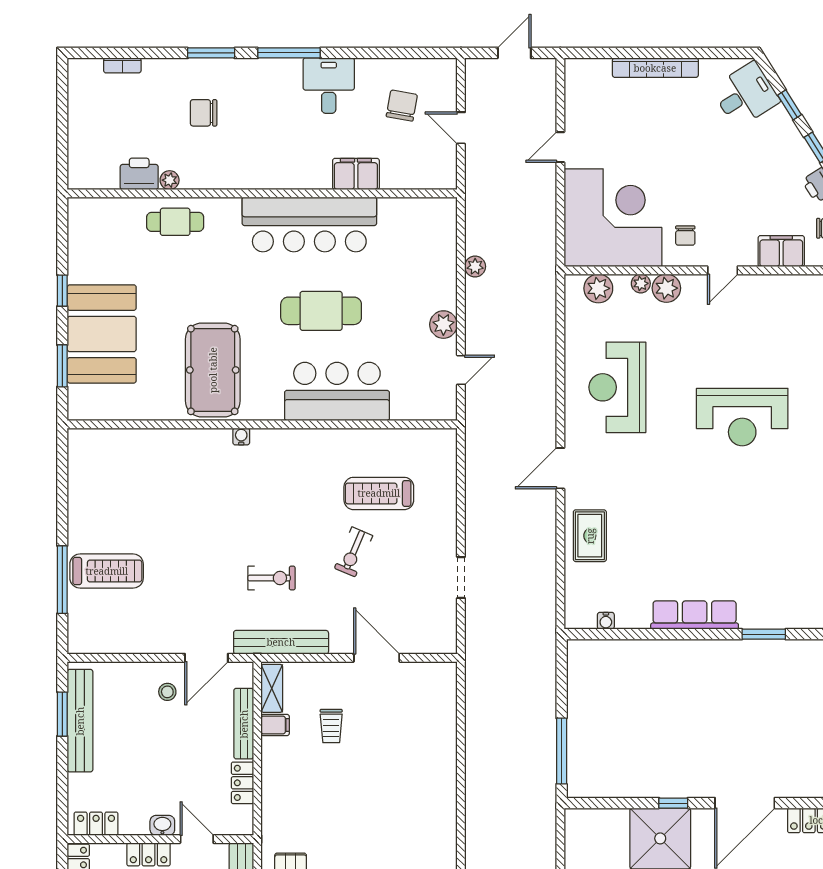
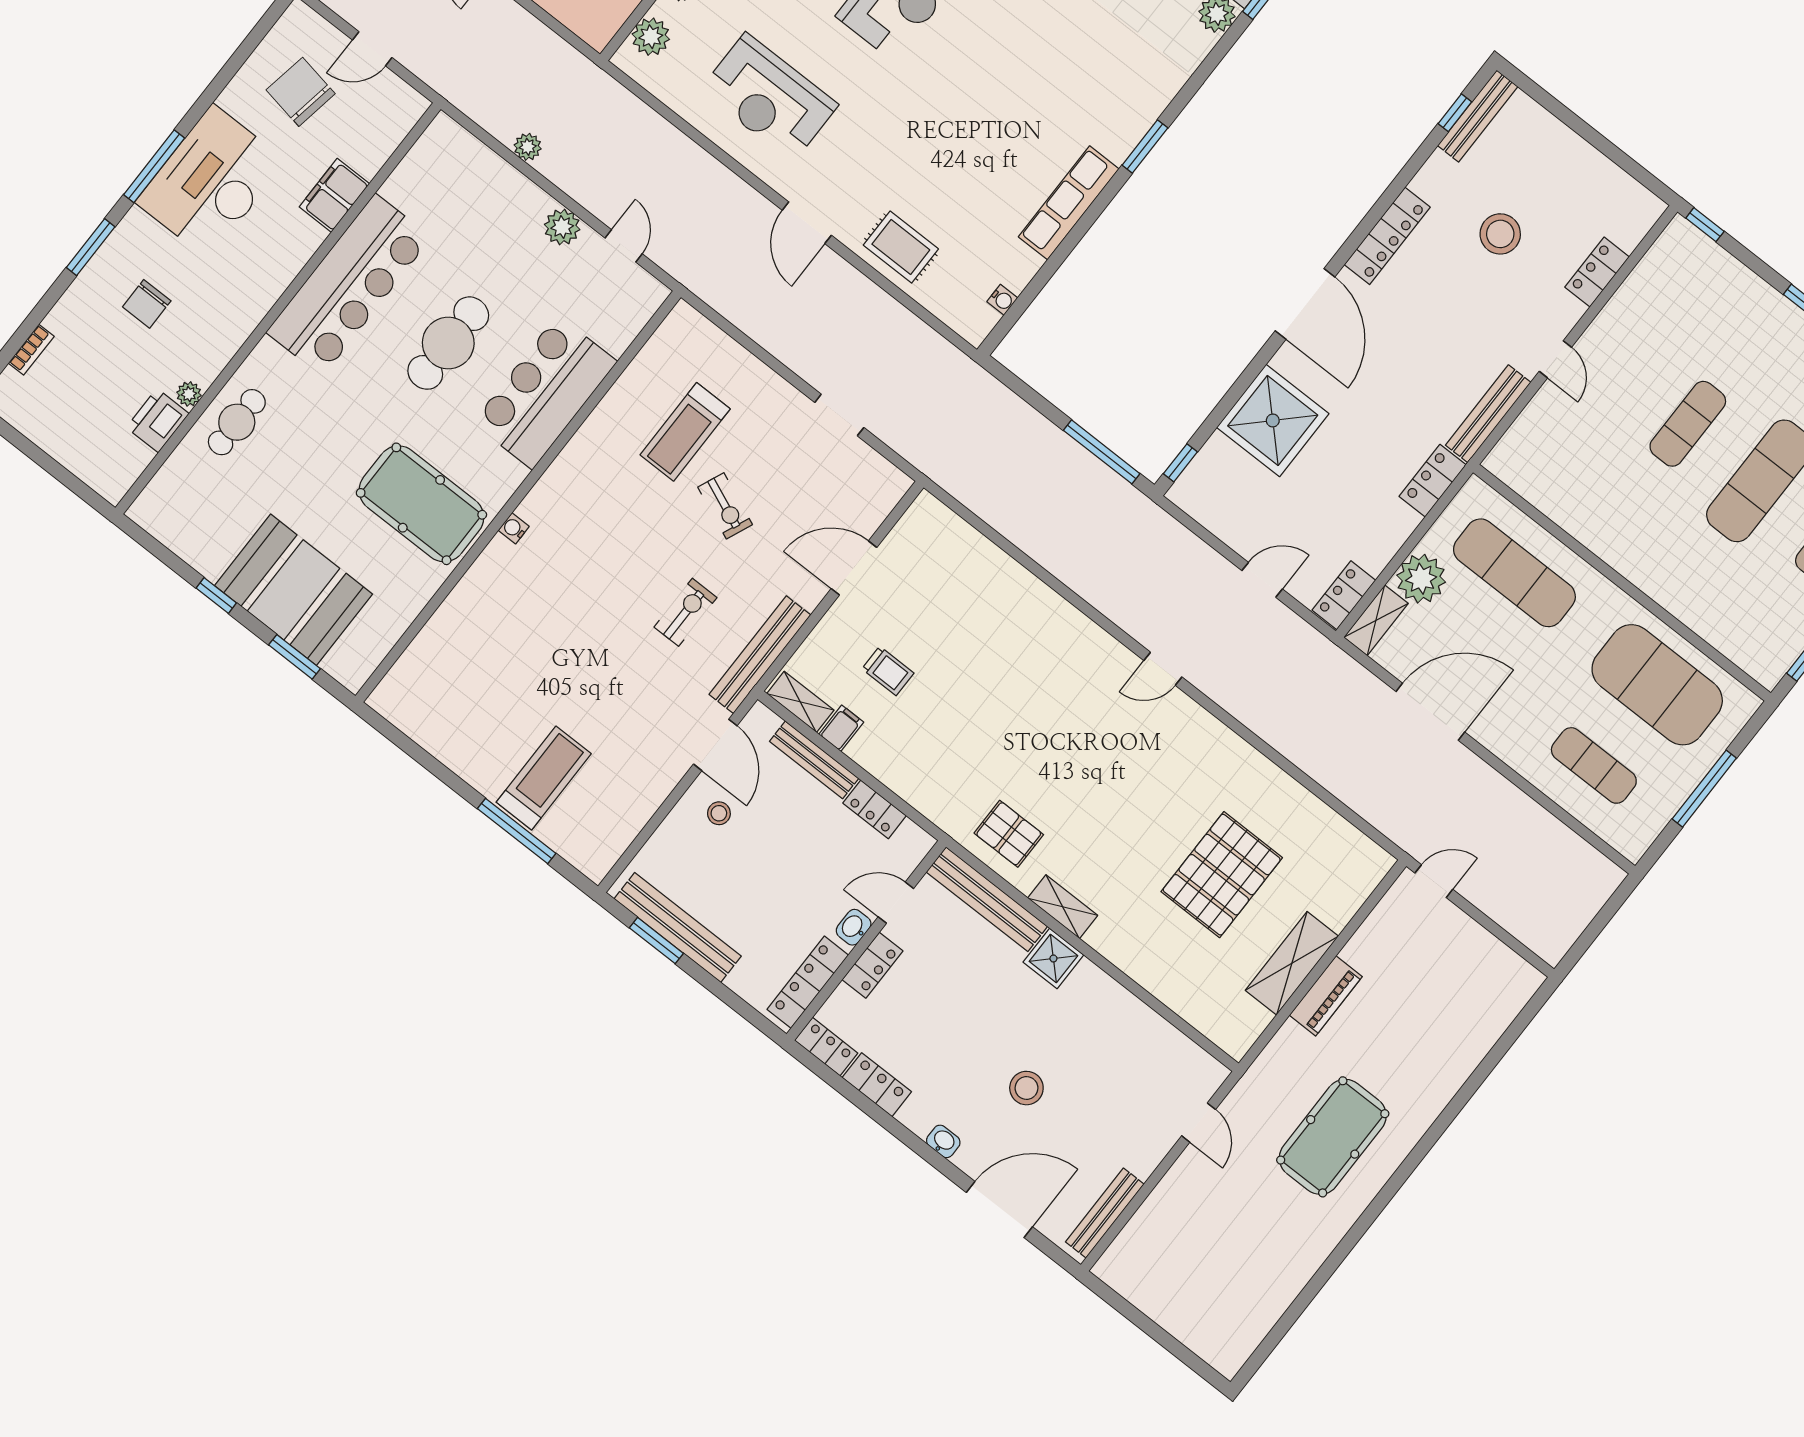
desk: (329, 86) -> (211, 182), width x1.87, depth x1.30
chair: (402, 106) -> (301, 92), width x1.37, depth x1.37
window: (673, 803) -> (1180, 463), moved
locker: (96, 824) -> (808, 982), width x1.53

